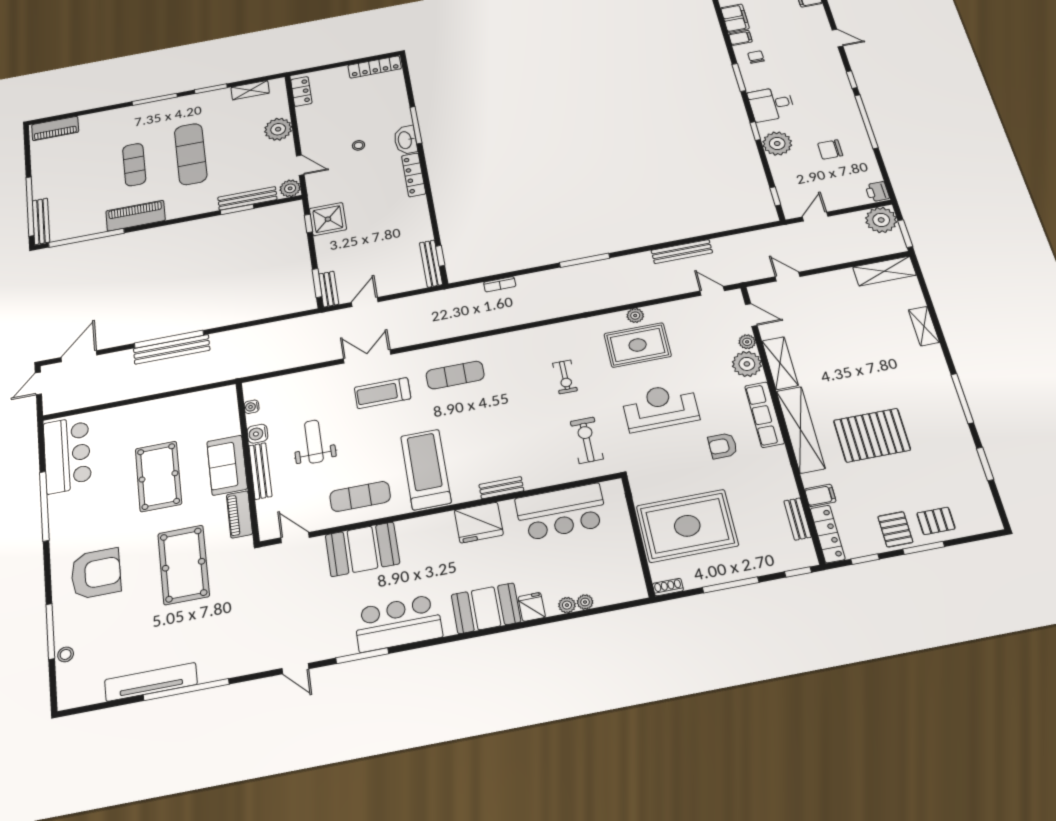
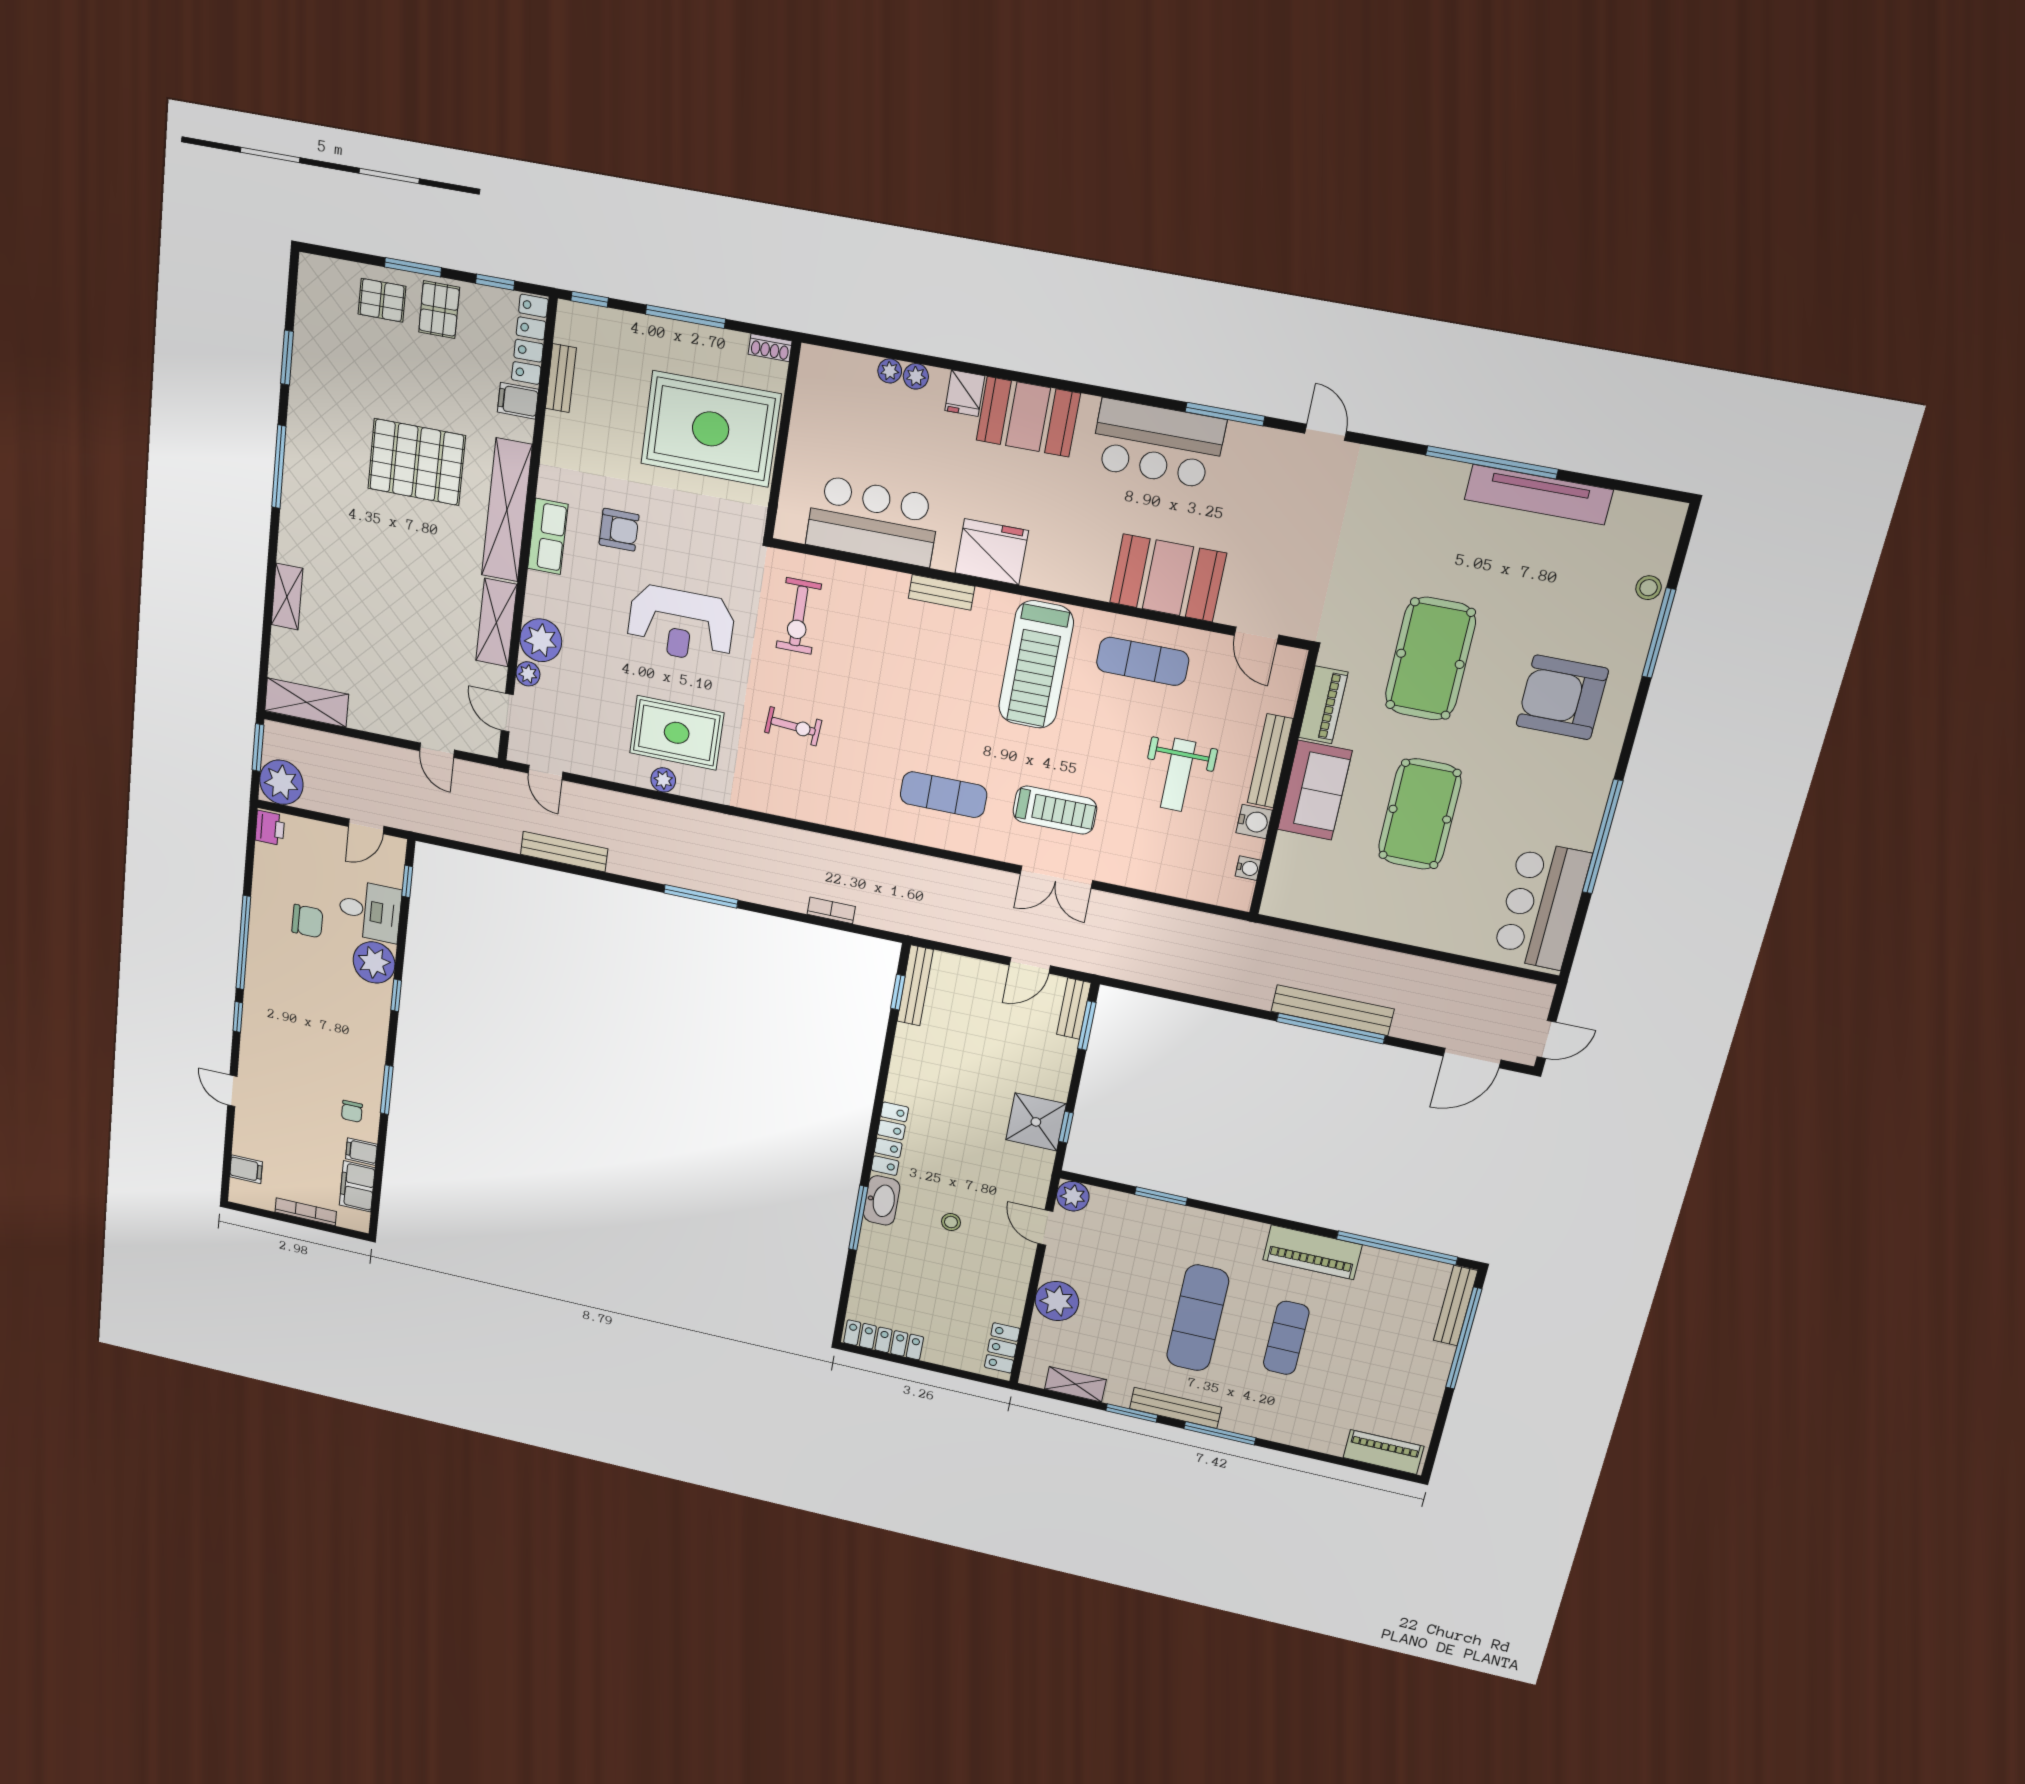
desk: (771, 104) -> (370, 911), moved
bench: (247, 198) -> (1175, 1408), moved
exercise bike: (565, 377) -> (793, 726), turned 94
row of seats: (765, 415) -> (548, 536), width x0.68

